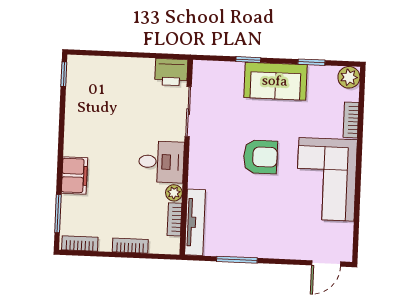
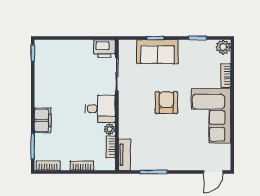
sofa: (275, 81) -> (158, 52), moved
armchair: (260, 157) -> (166, 103), turned -90
tv unit: (195, 222) -> (125, 155), width x0.71

